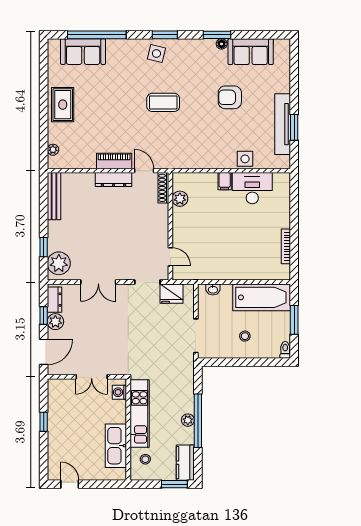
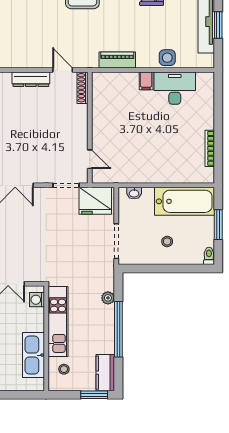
piano: (114, 161) -> (117, 60), moved
plant: (180, 199) -> (100, 99), removed
fridge: (171, 294) -> (95, 201), width x1.36, depth x1.34
plant: (188, 420) -> (108, 298), moved

